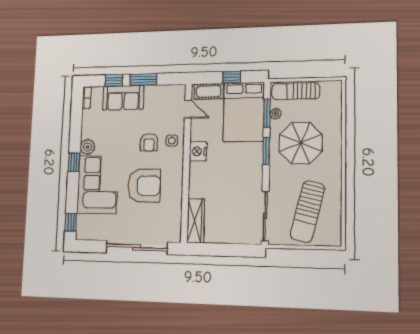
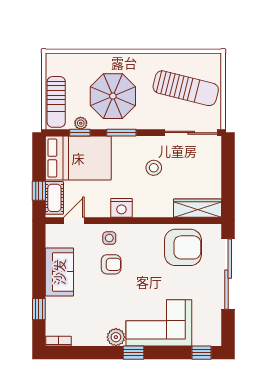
window: (232, 77) -> (39, 191), moved
window: (143, 80) -> (39, 274), removed
sofa: (123, 98) -> (59, 272), moved
window: (267, 113) -> (80, 133), width x0.67
stool: (233, 181) -> (154, 168), added
armchair: (144, 186) -> (183, 247), moved, turned 90

